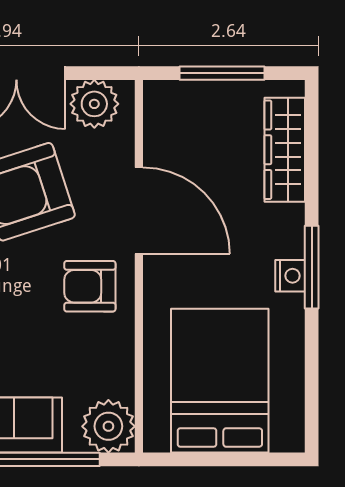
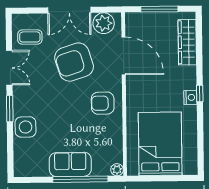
door: (139, 211) -> (124, 56), moved
window: (312, 267) -> (200, 94), width x0.46
plant: (108, 426) -> (117, 170), width x0.53, depth x0.53

